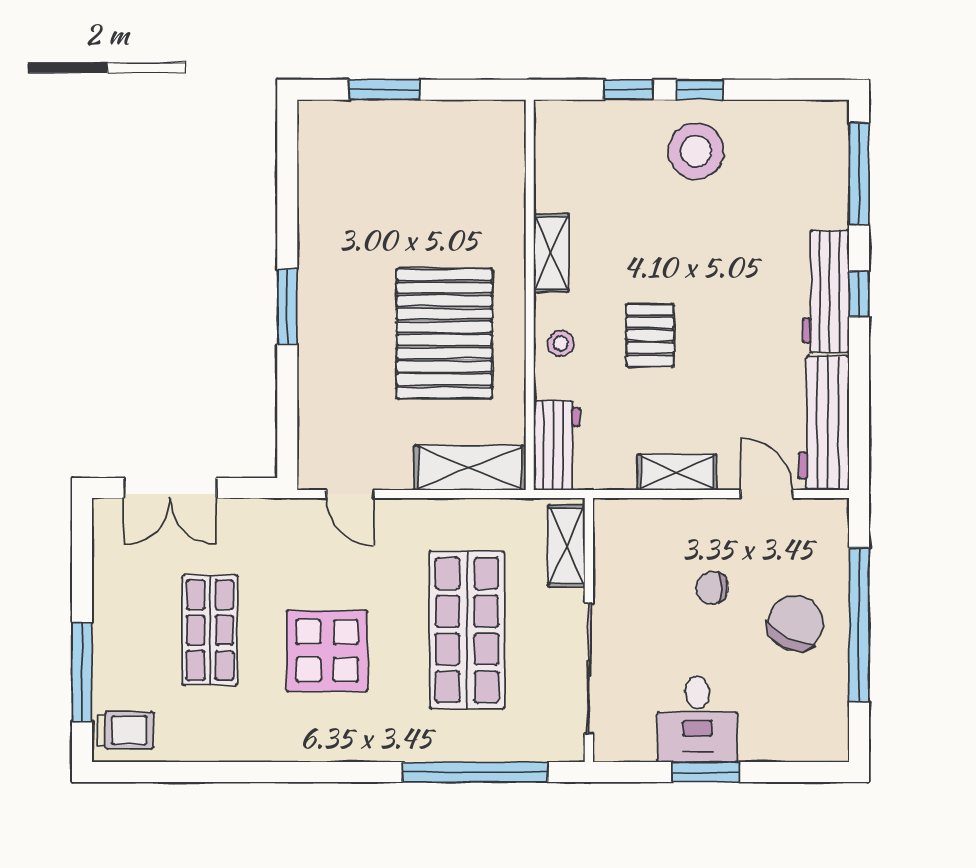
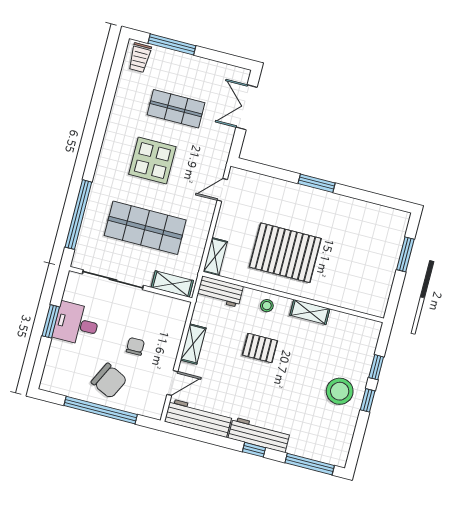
shelving: (470, 468) -> (215, 257), width x0.67, depth x0.75

